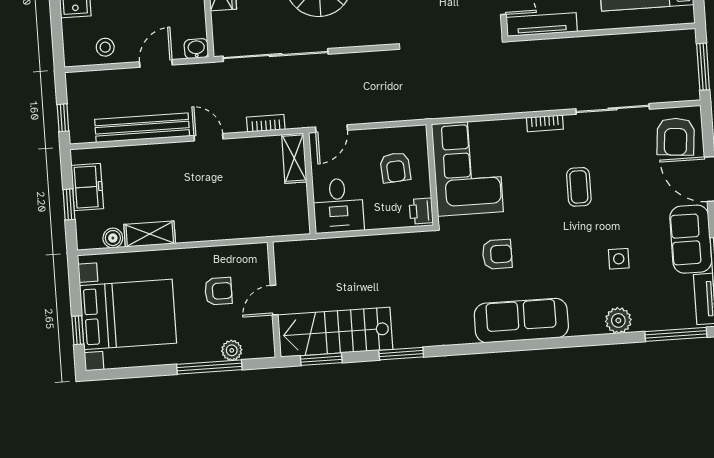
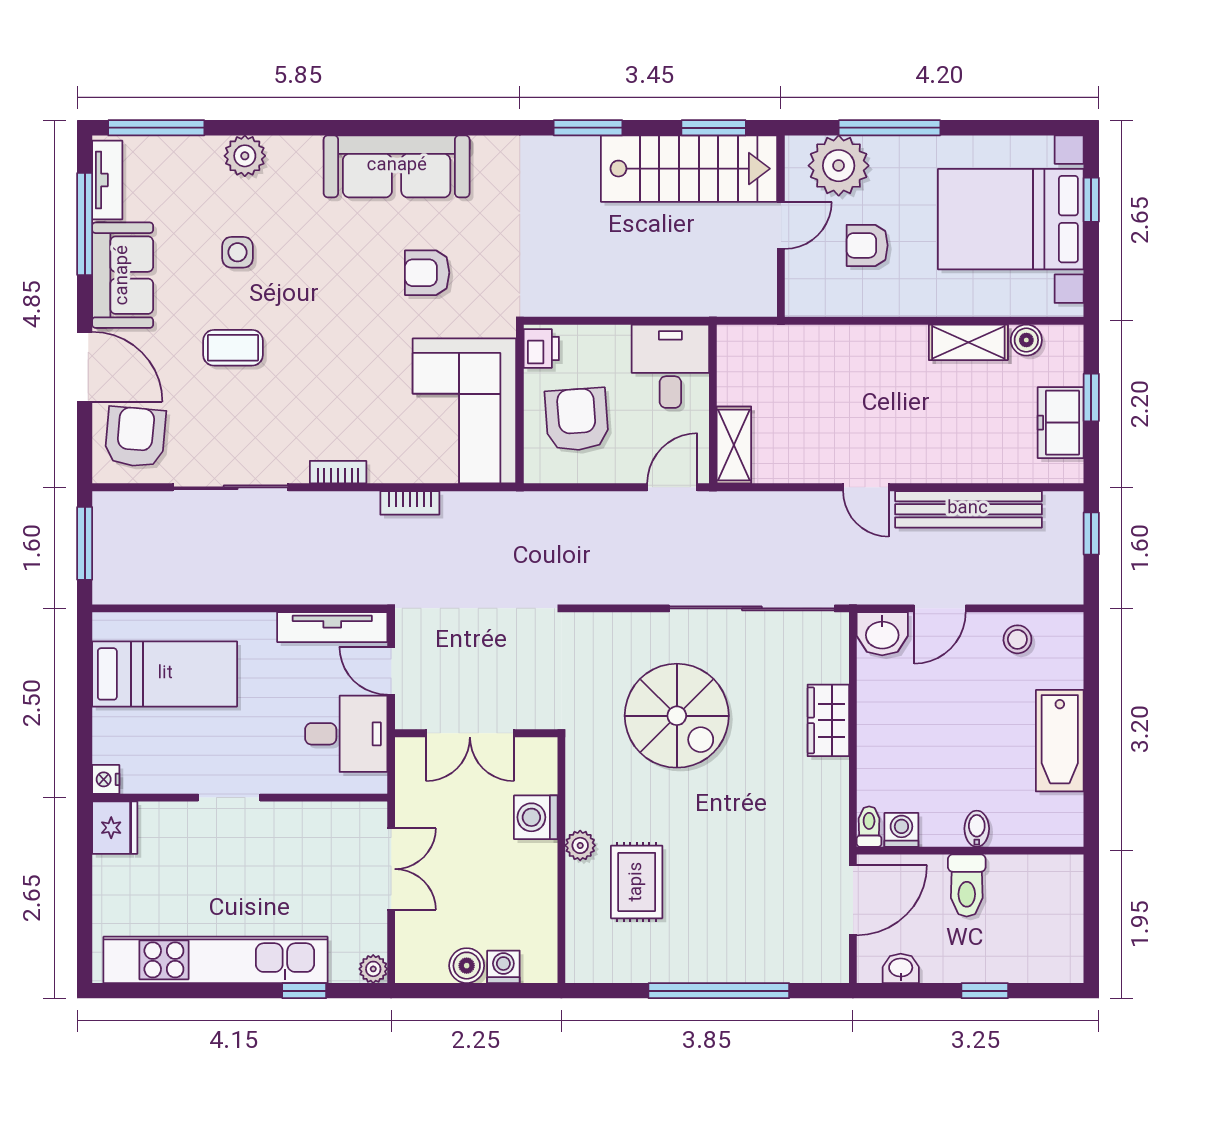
washbasin: (196, 49) -> (882, 634), width x1.38, depth x1.45
bookcase: (266, 123) -> (410, 503), moved
armchair: (395, 167) -> (577, 420), width x1.38, depth x1.38
coffee table: (579, 187) -> (233, 348), moved, turned 90
plant: (232, 350) -> (839, 166), width x1.88, depth x1.88

